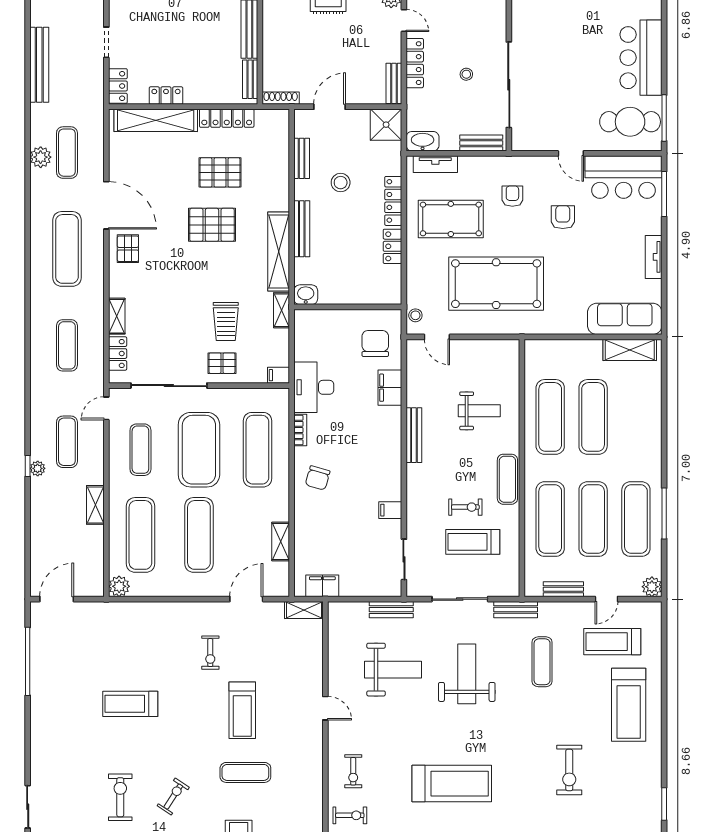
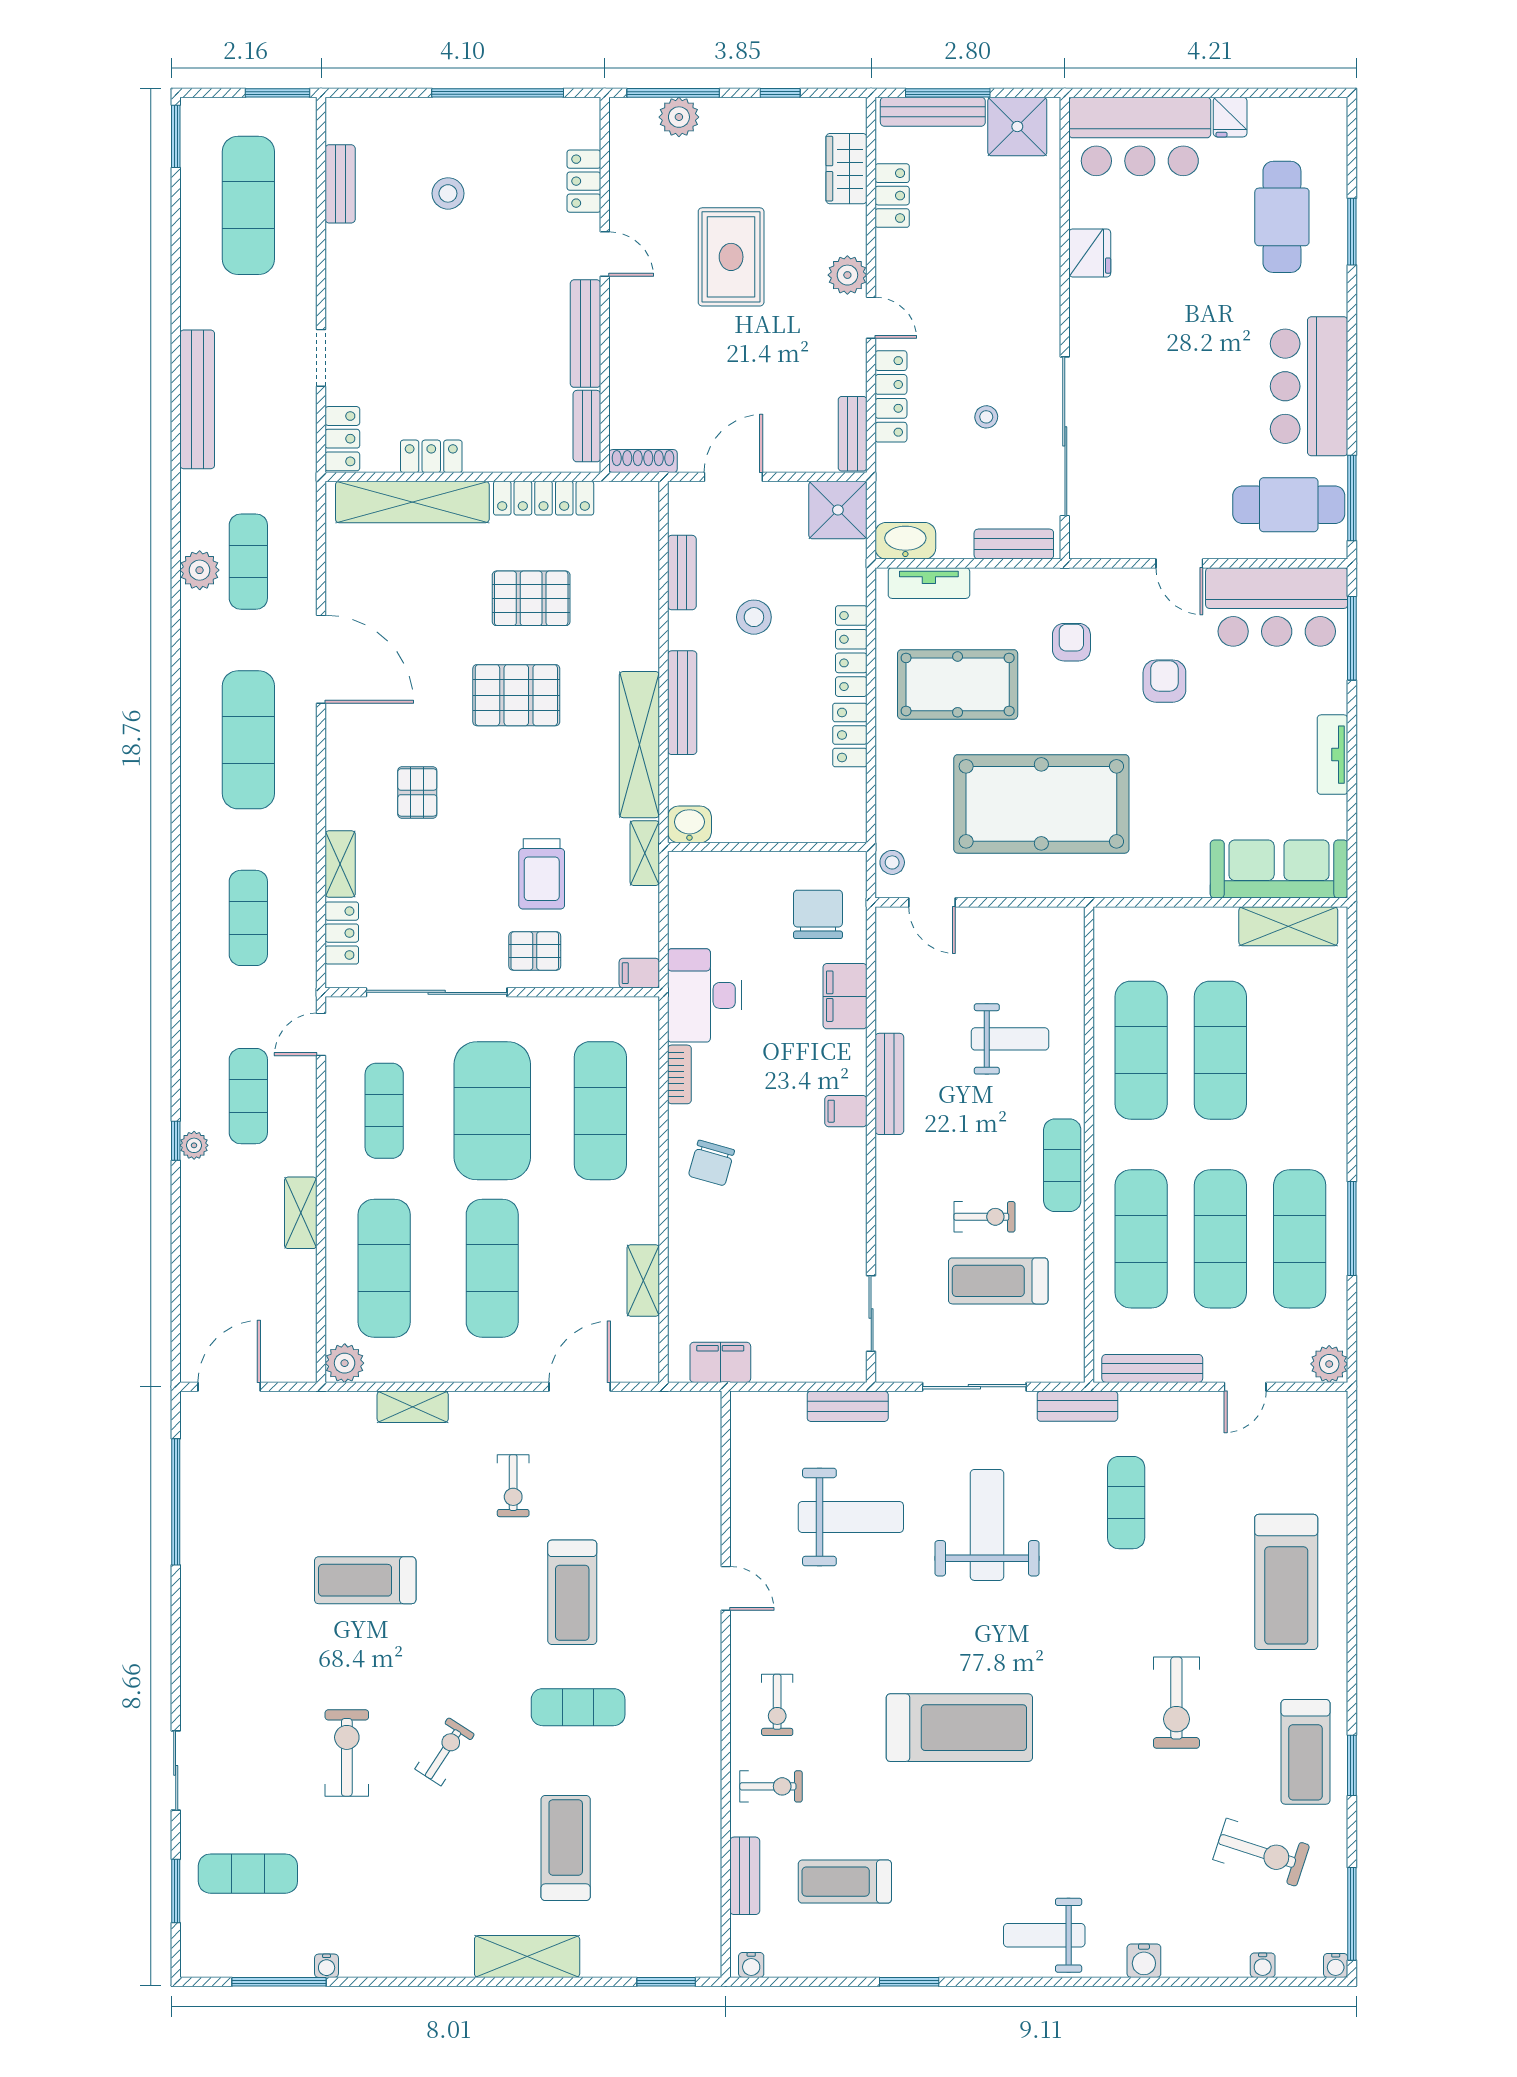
pallet: (128, 249) -> (417, 792), moved
filing cabinet: (390, 510) -> (846, 1111), moved
bench: (563, 589) -> (1152, 1368), width x1.36
shelving: (304, 610) -> (413, 1407), moved
treadmill: (612, 642) -> (1306, 1752), moved, turned -90

